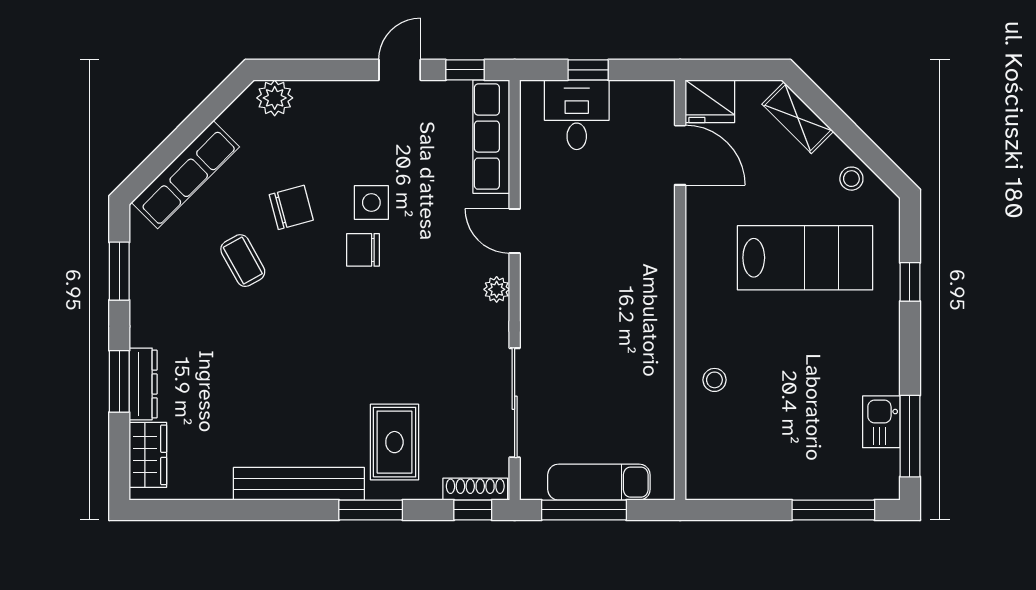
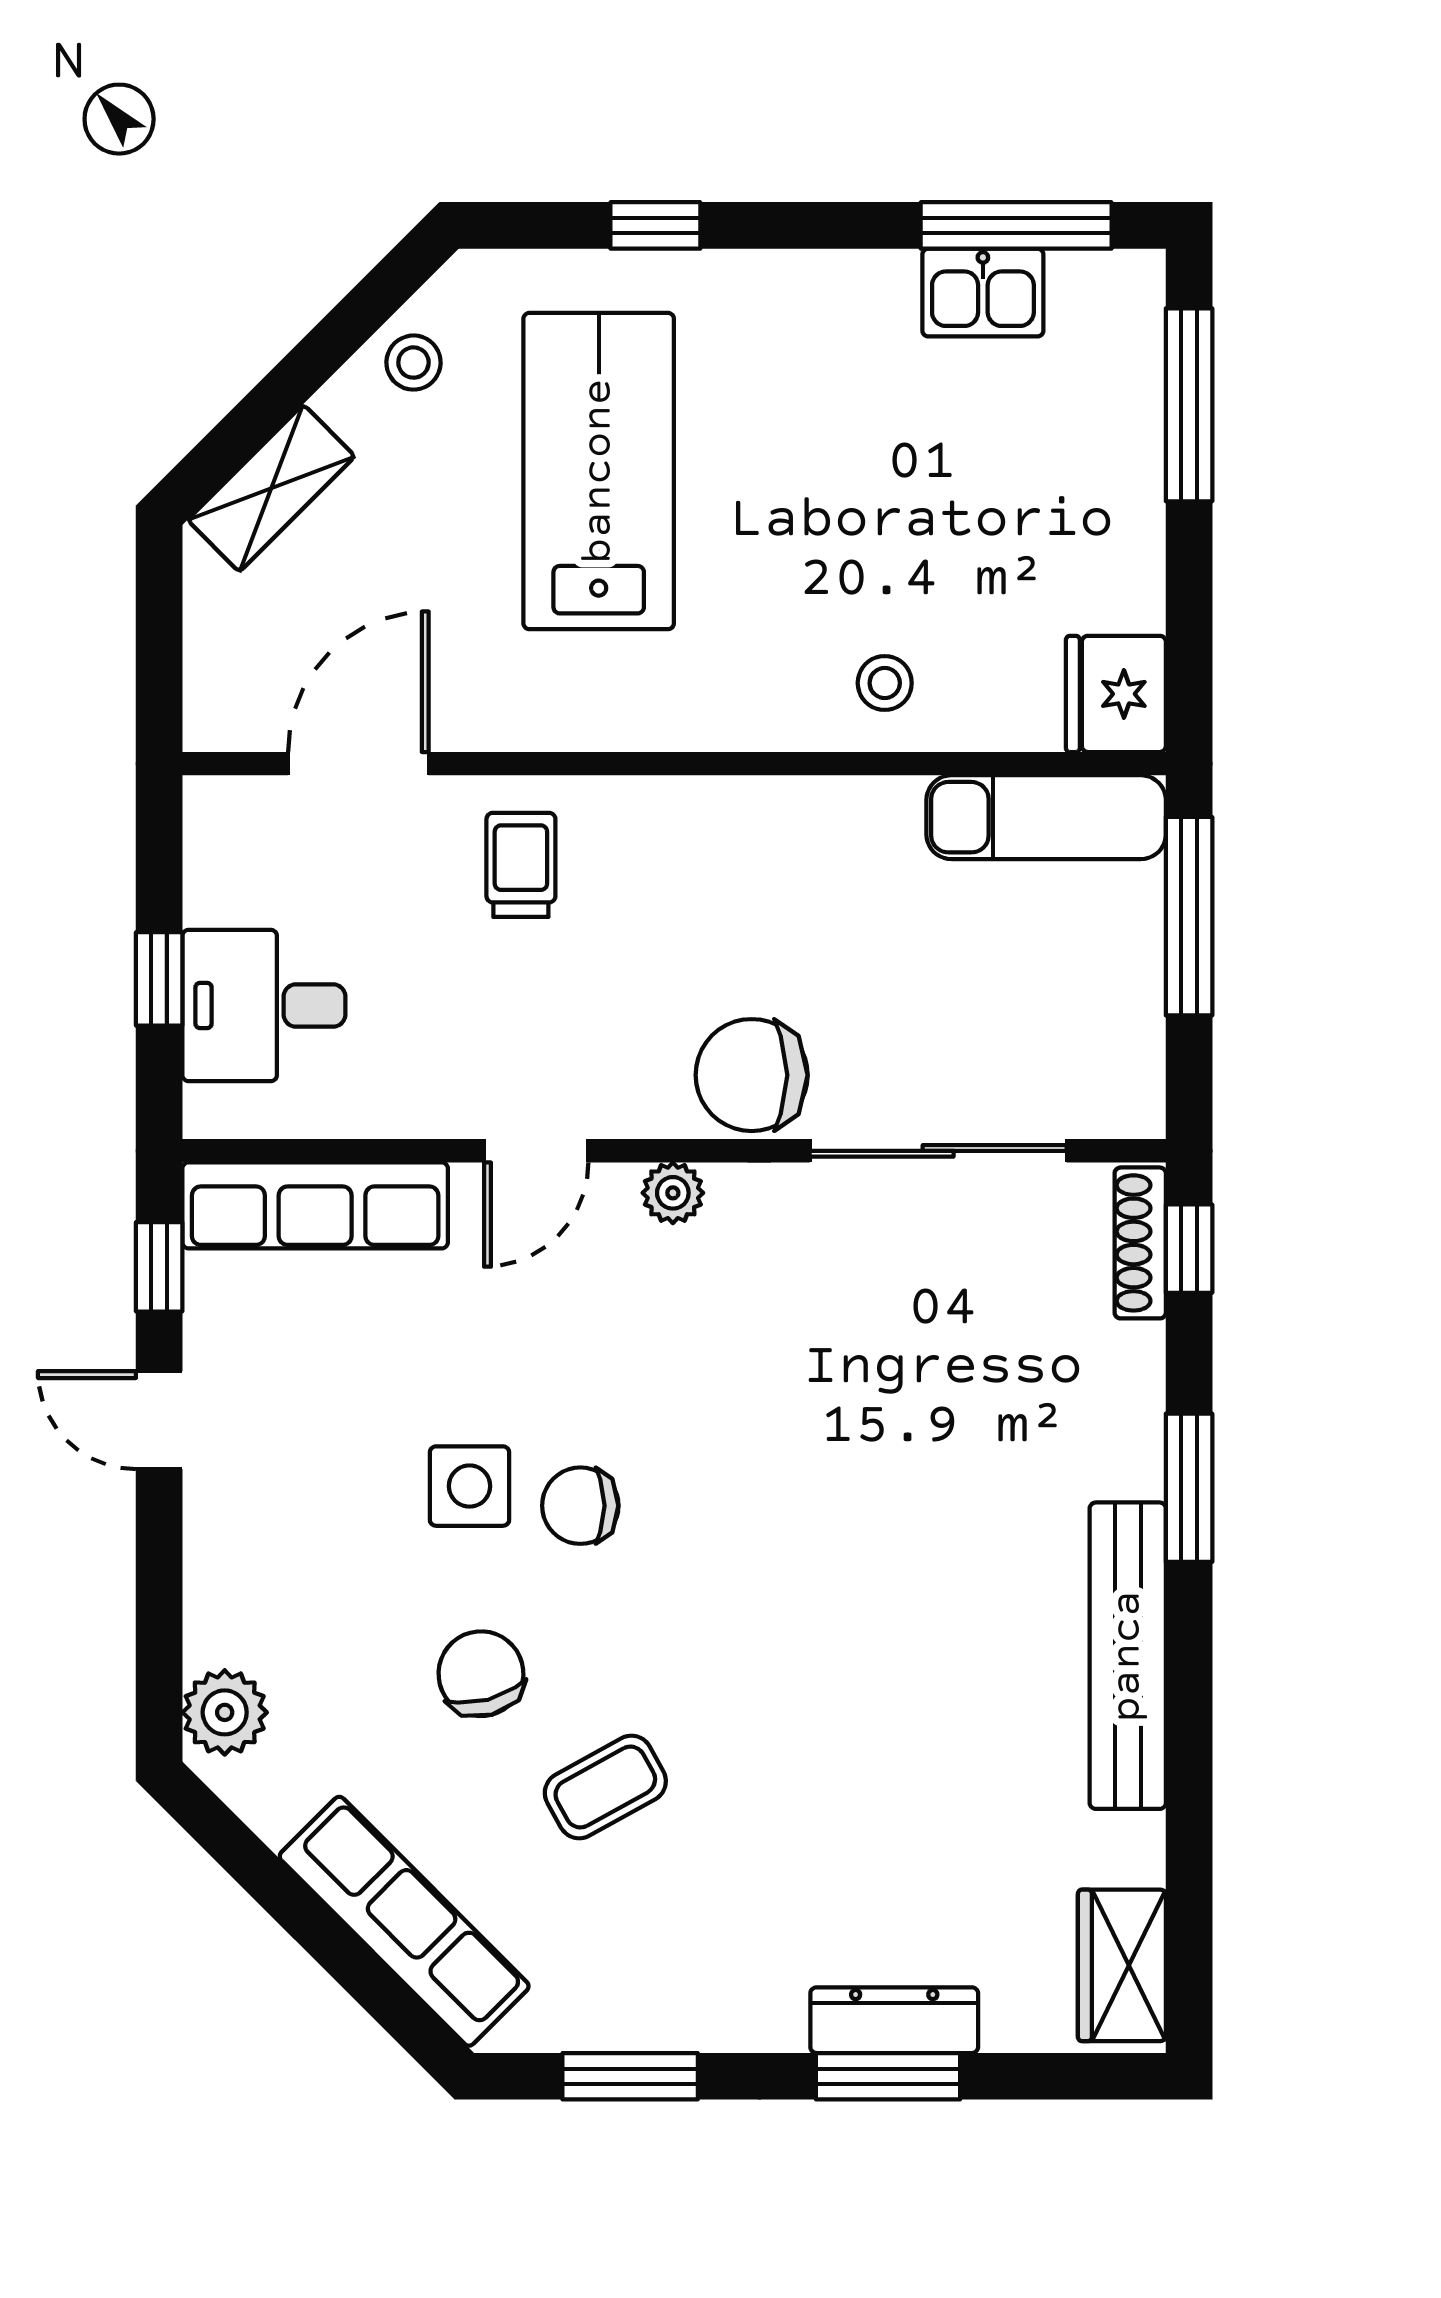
fridge: (710, 101) -> (1116, 694), moved, turned 180
trolley: (637, 224) -> (521, 865), added
chair: (363, 250) -> (580, 1506), turned 90
chair: (547, 323) -> (752, 1075), added
rug: (394, 442) -> (1030, 1432), removed
wardrobe: (148, 455) -> (1122, 1965), moved, turned -90
exam couch: (599, 482) -> (1046, 817), moved, turned -90
window: (584, 510) -> (1189, 916), moved

